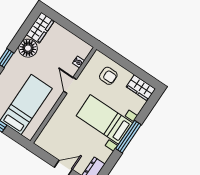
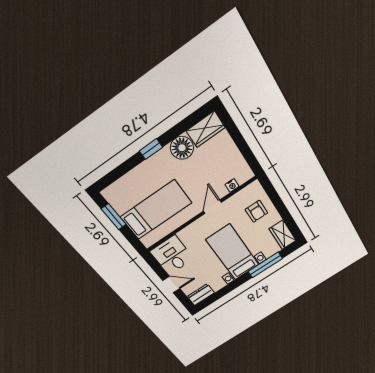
window: (128, 137) -> (265, 265), moved
desk: (53, 140) -> (172, 255), added

